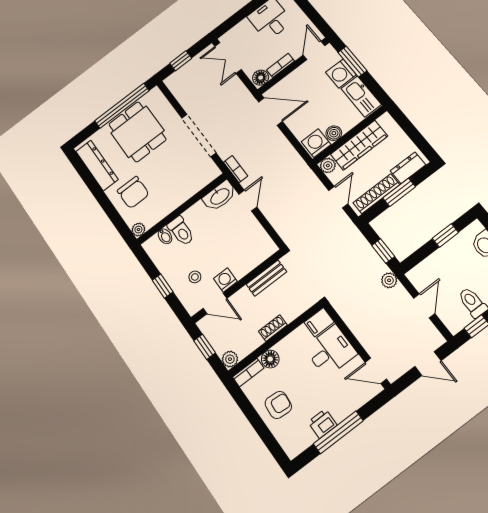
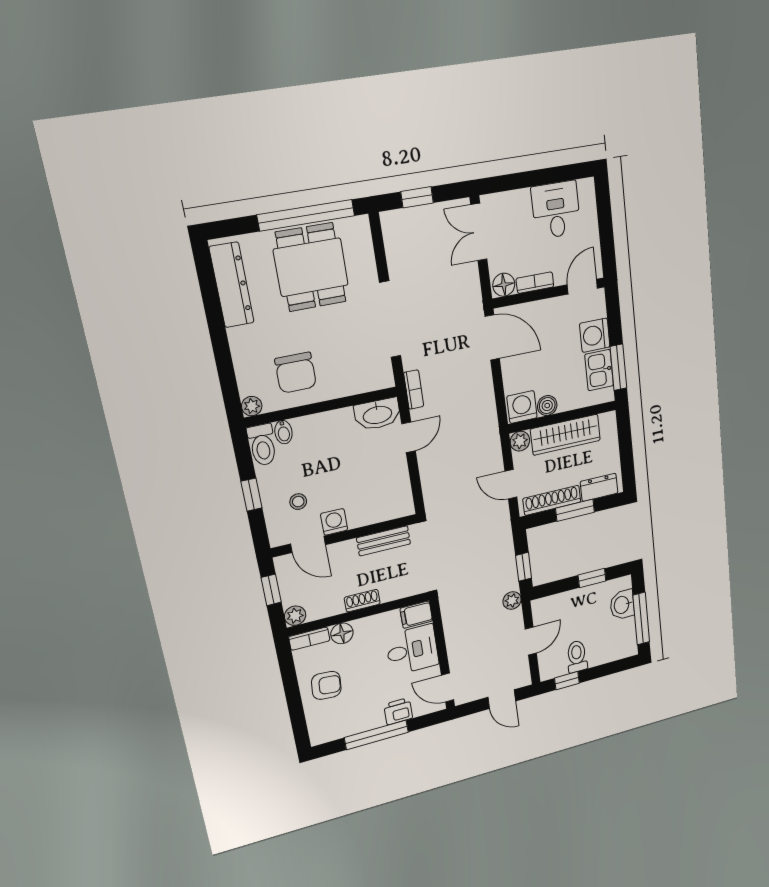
window: (352, 62) -> (618, 367), moved
kitchen sink: (361, 96) -> (599, 370), width x0.73
chair: (133, 192) -> (296, 373), moved
door: (338, 197) -> (511, 484), swing flipped
toilet: (181, 231) -> (262, 445), moved
printer: (322, 424) -> (398, 711), moved

